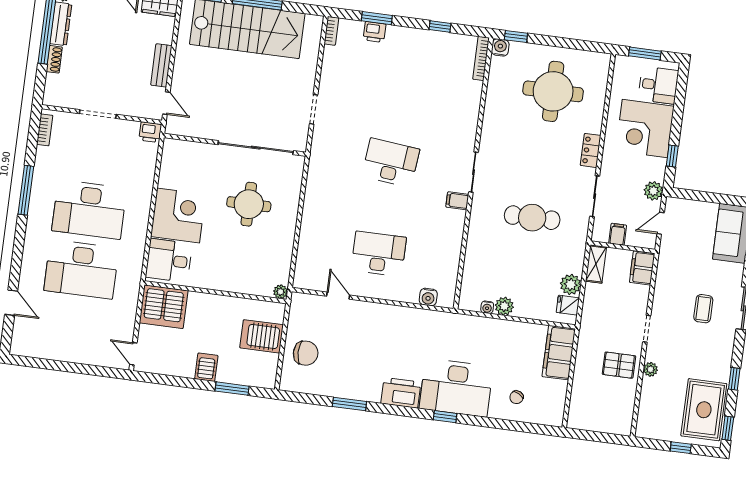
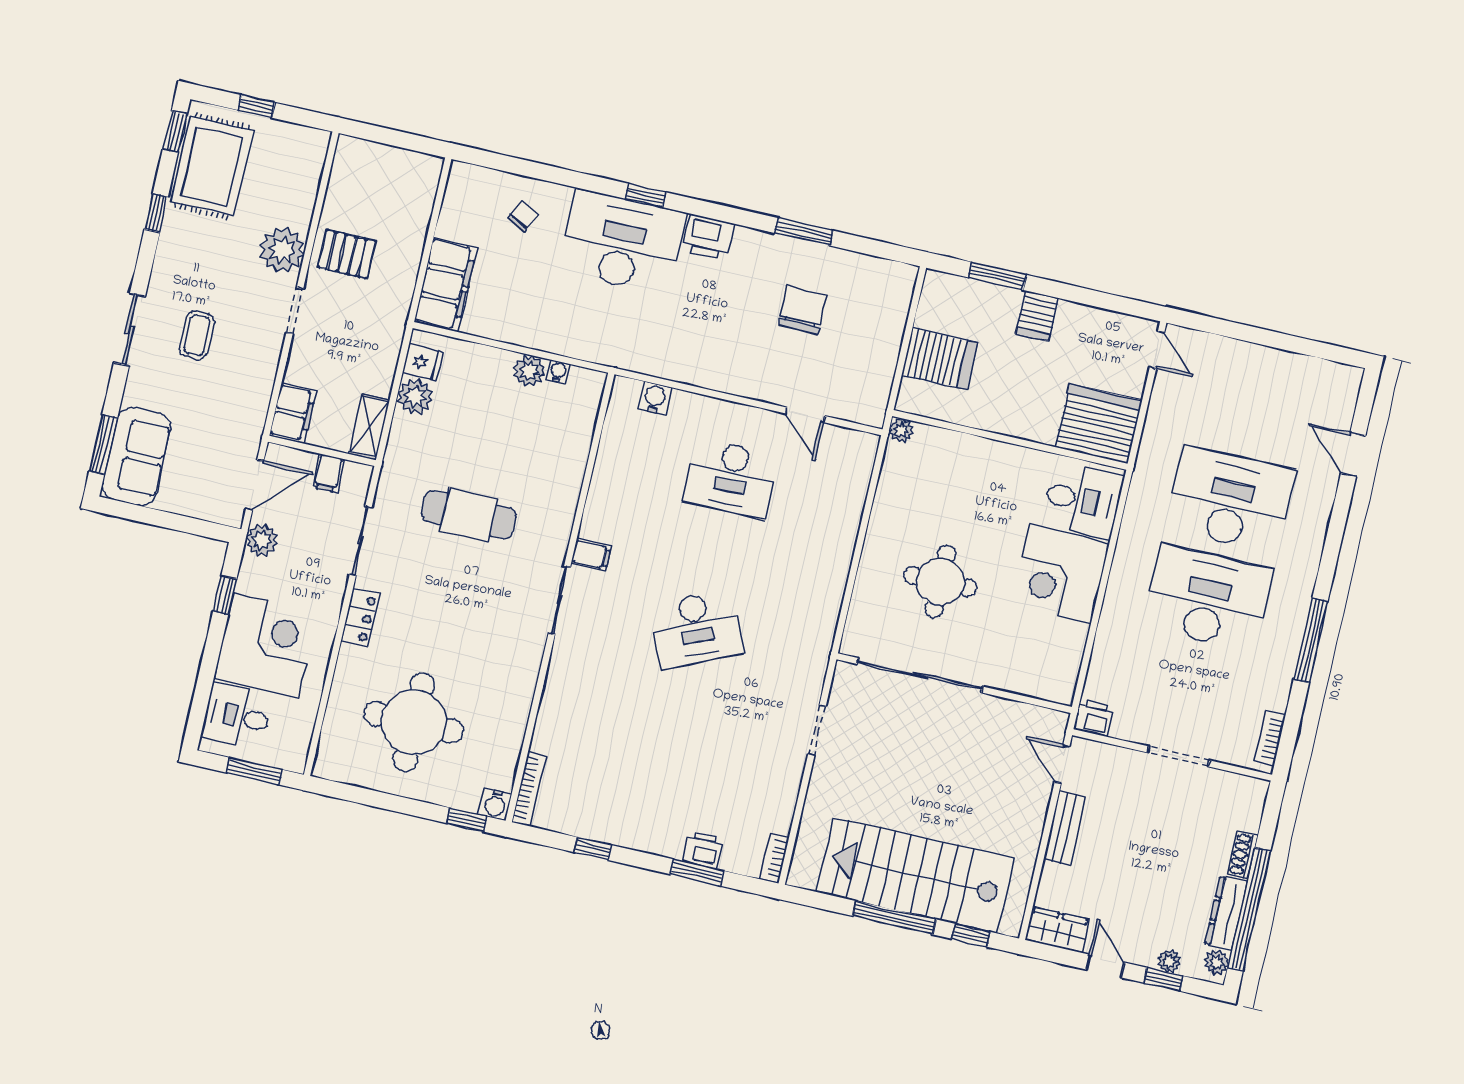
desk: (391, 163) -> (697, 629), turned -30
door: (661, 223) -> (255, 485), width x1.38
chair: (306, 353) -> (803, 310), moved, turned 90
plant: (650, 369) -> (282, 250), width x1.88, depth x1.88
printer: (401, 393) -> (708, 237), width x0.73, depth x0.84

